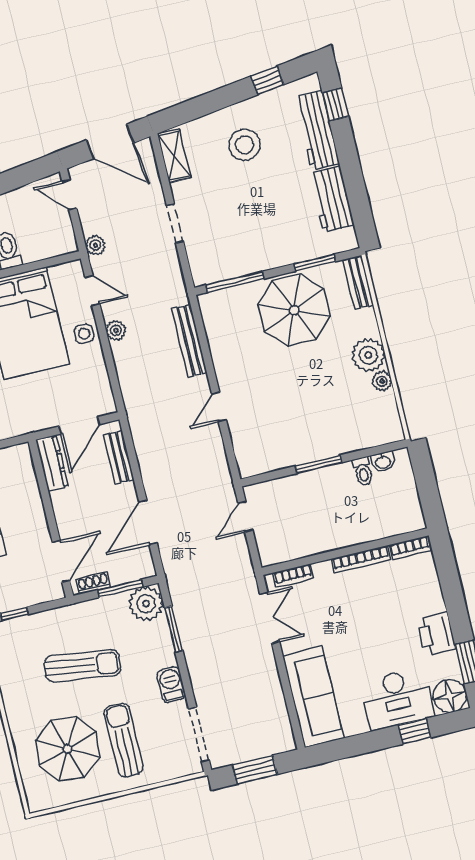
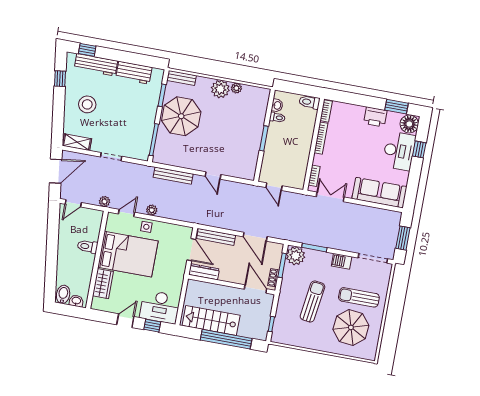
bench: (119, 457) -> (216, 237), width x1.36
toilet: (412, 513) -> (309, 102), added

